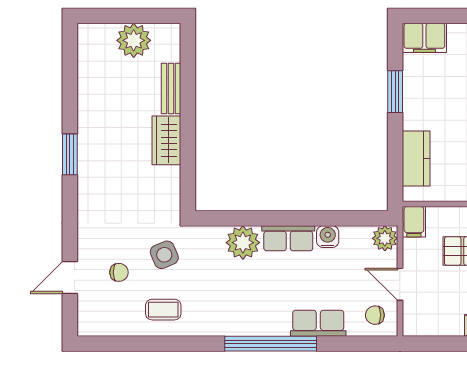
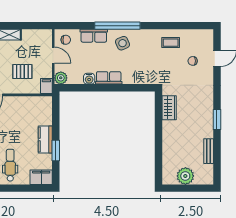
bench: (171, 88) -> (209, 151), moved
wardrobe: (166, 140) -> (169, 108), moved
kitchen counter: (416, 159) -> (45, 139), moved
plant: (243, 243) -> (131, 76), removed
side table: (164, 255) -> (123, 43), moved

